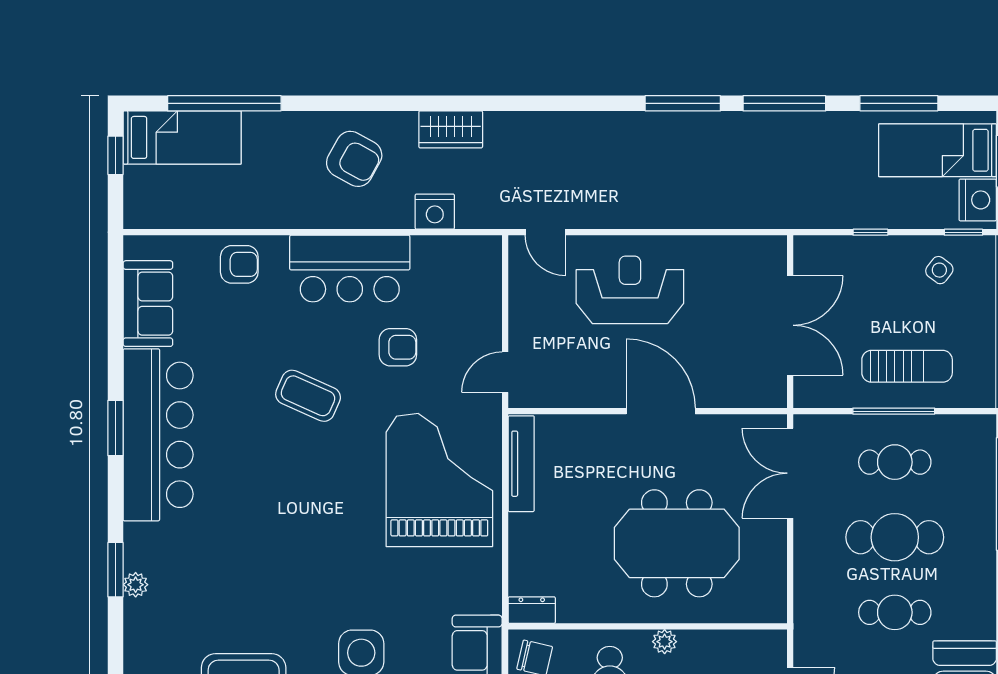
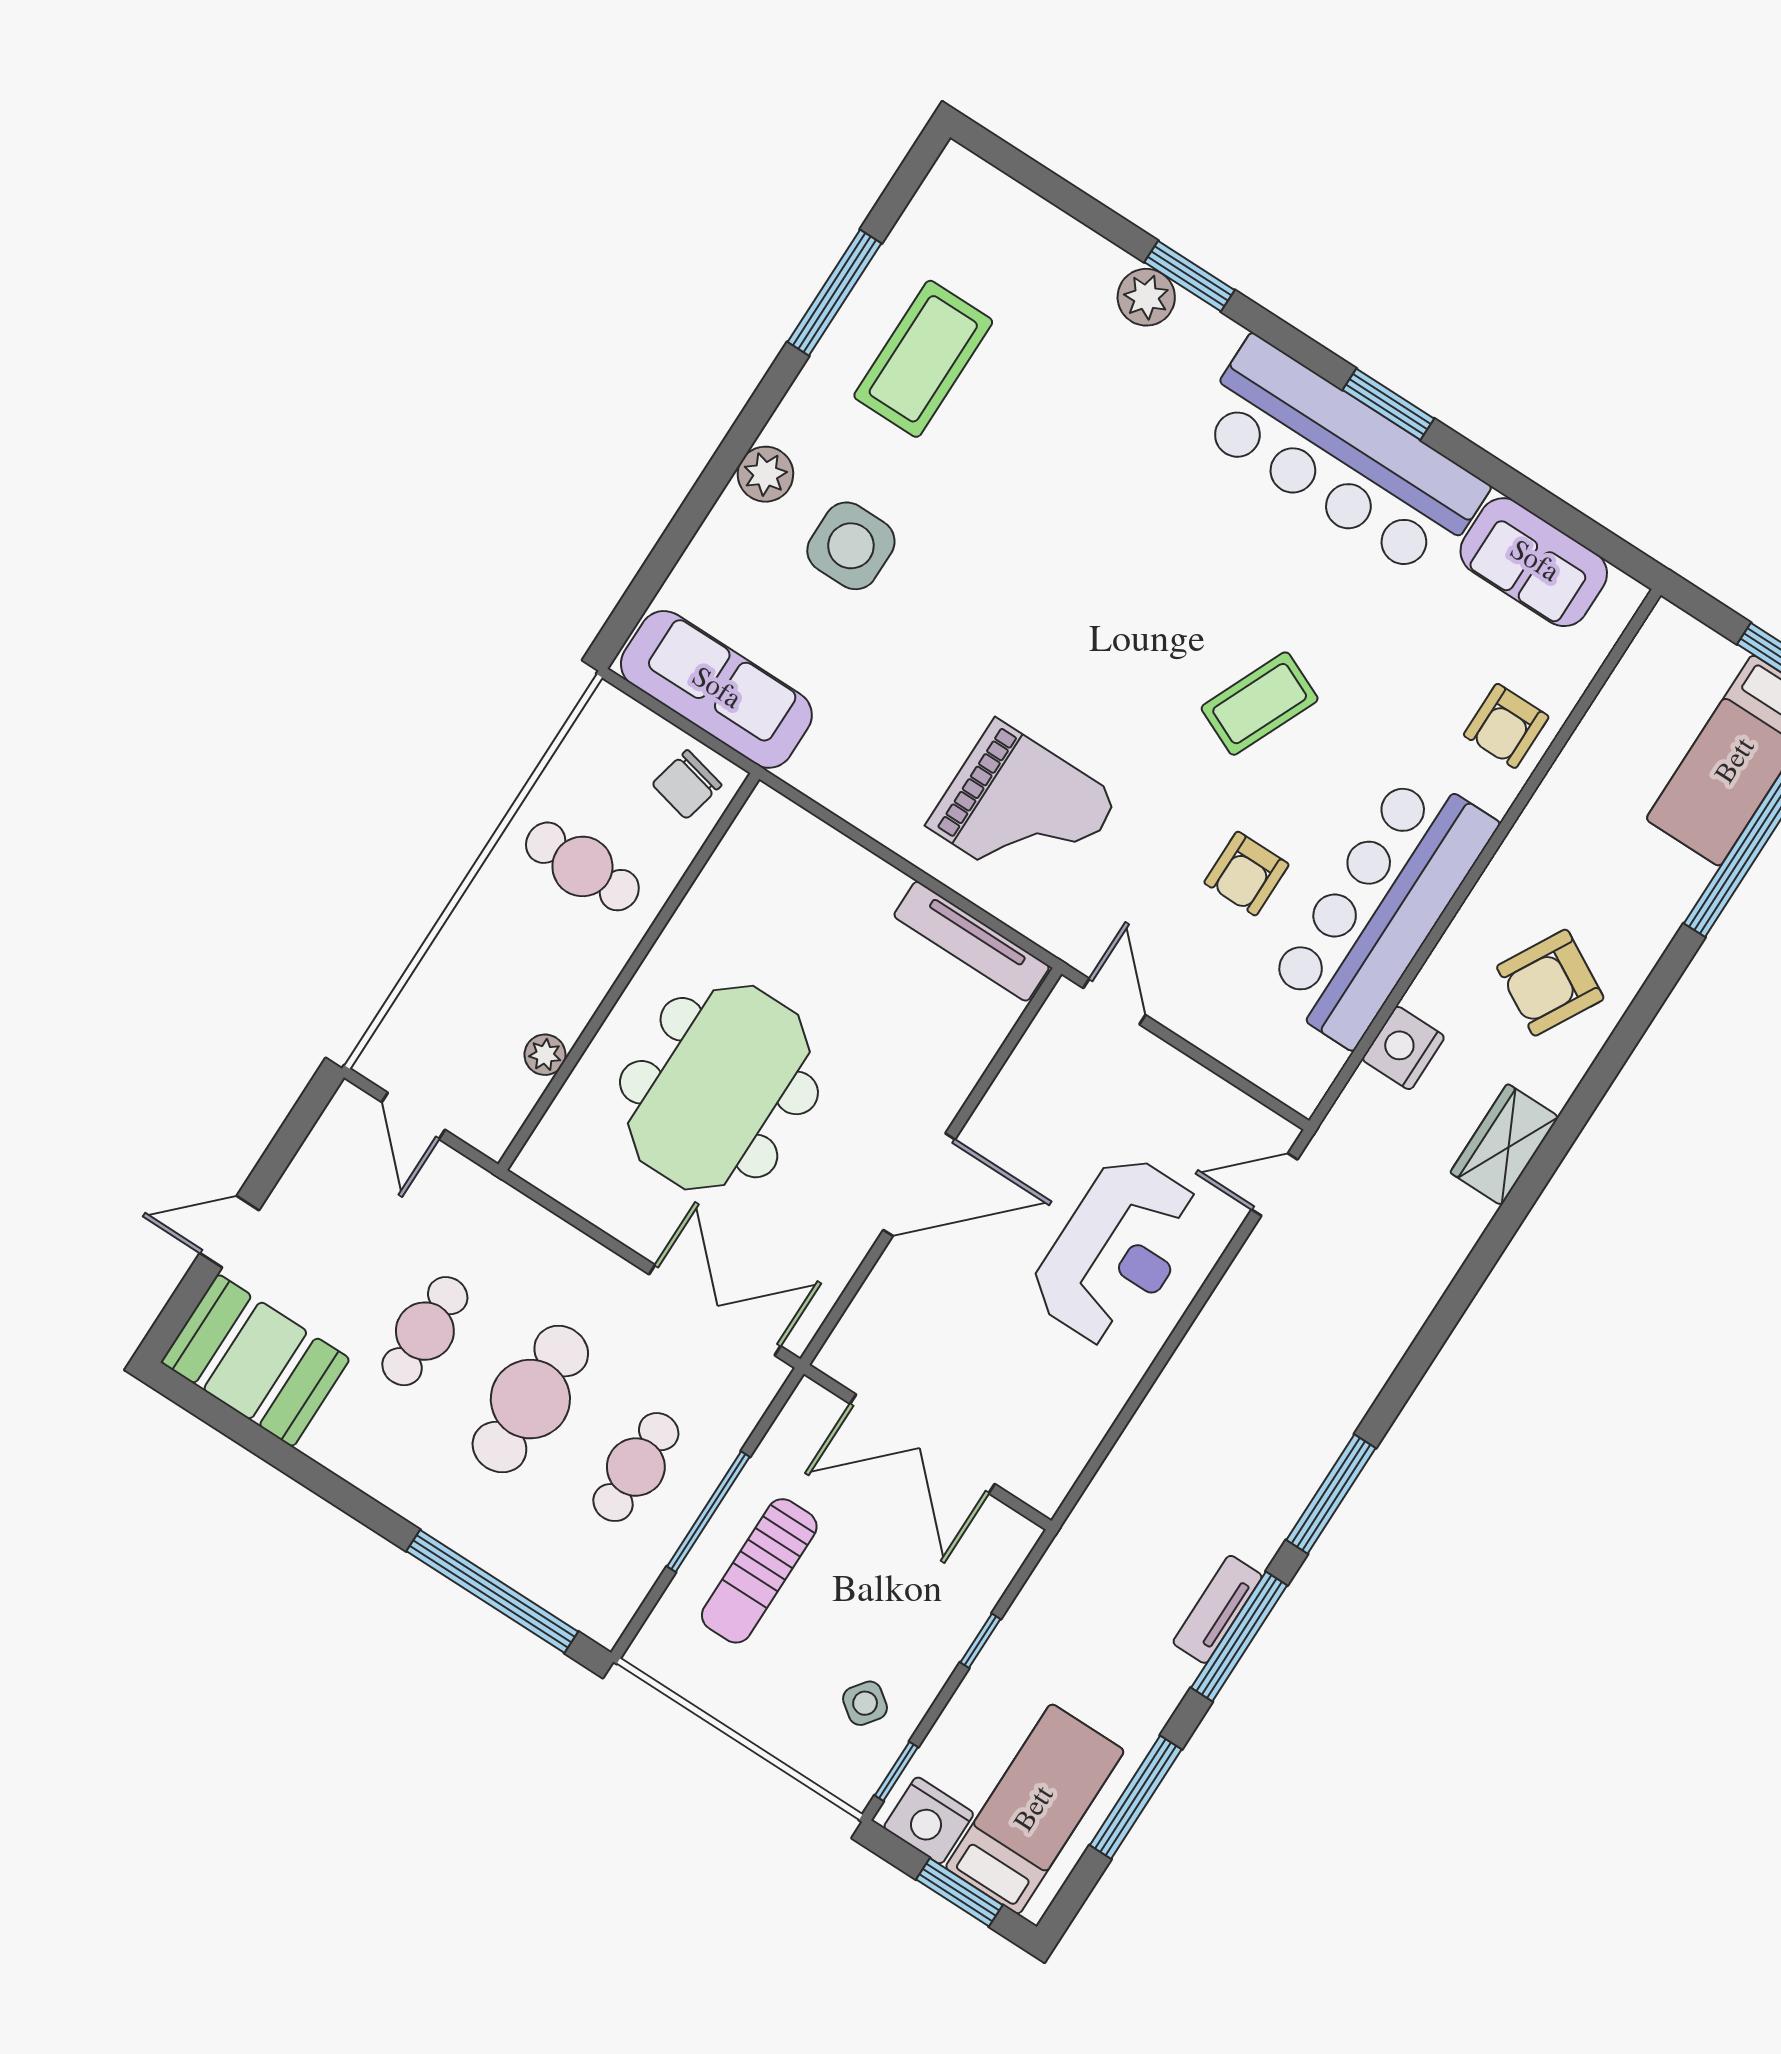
tv unit: (778, 123) -> (1218, 1609), added
bar counter: (350, 269) -> (1381, 908), width x1.36
grand piano: (439, 480) -> (1023, 812), width x0.73, depth x0.68
plant: (136, 585) -> (1146, 297), width x1.38, depth x1.38
dresser: (532, 610) -> (756, 824), removed
plant: (665, 642) -> (545, 1055), moved

